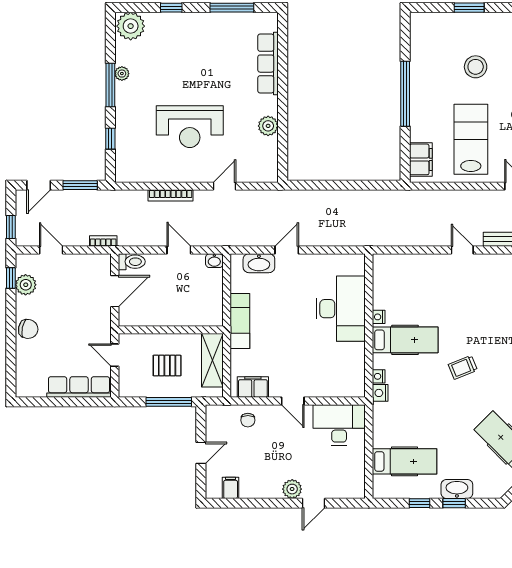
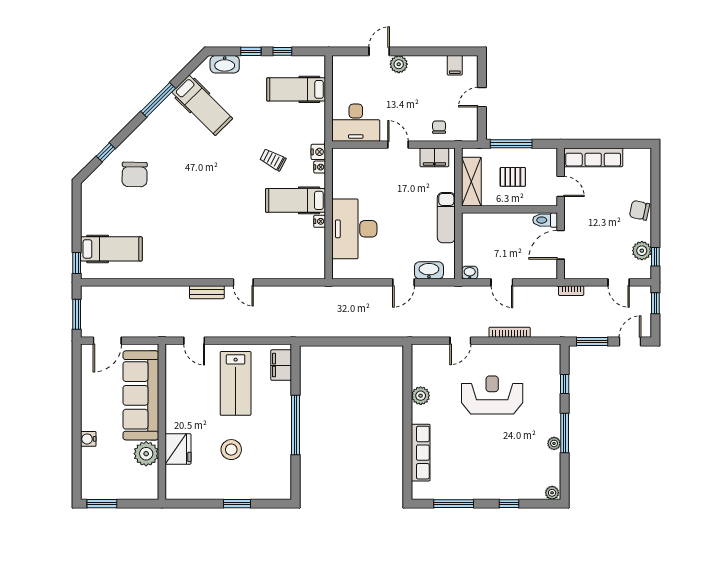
plant: (131, 26) -> (552, 493), width x0.53, depth x0.53
toilet: (132, 262) -> (545, 220), moved
trolley: (463, 367) -> (273, 160), moved, turned -130
washbasin: (457, 489) -> (225, 64), moved

